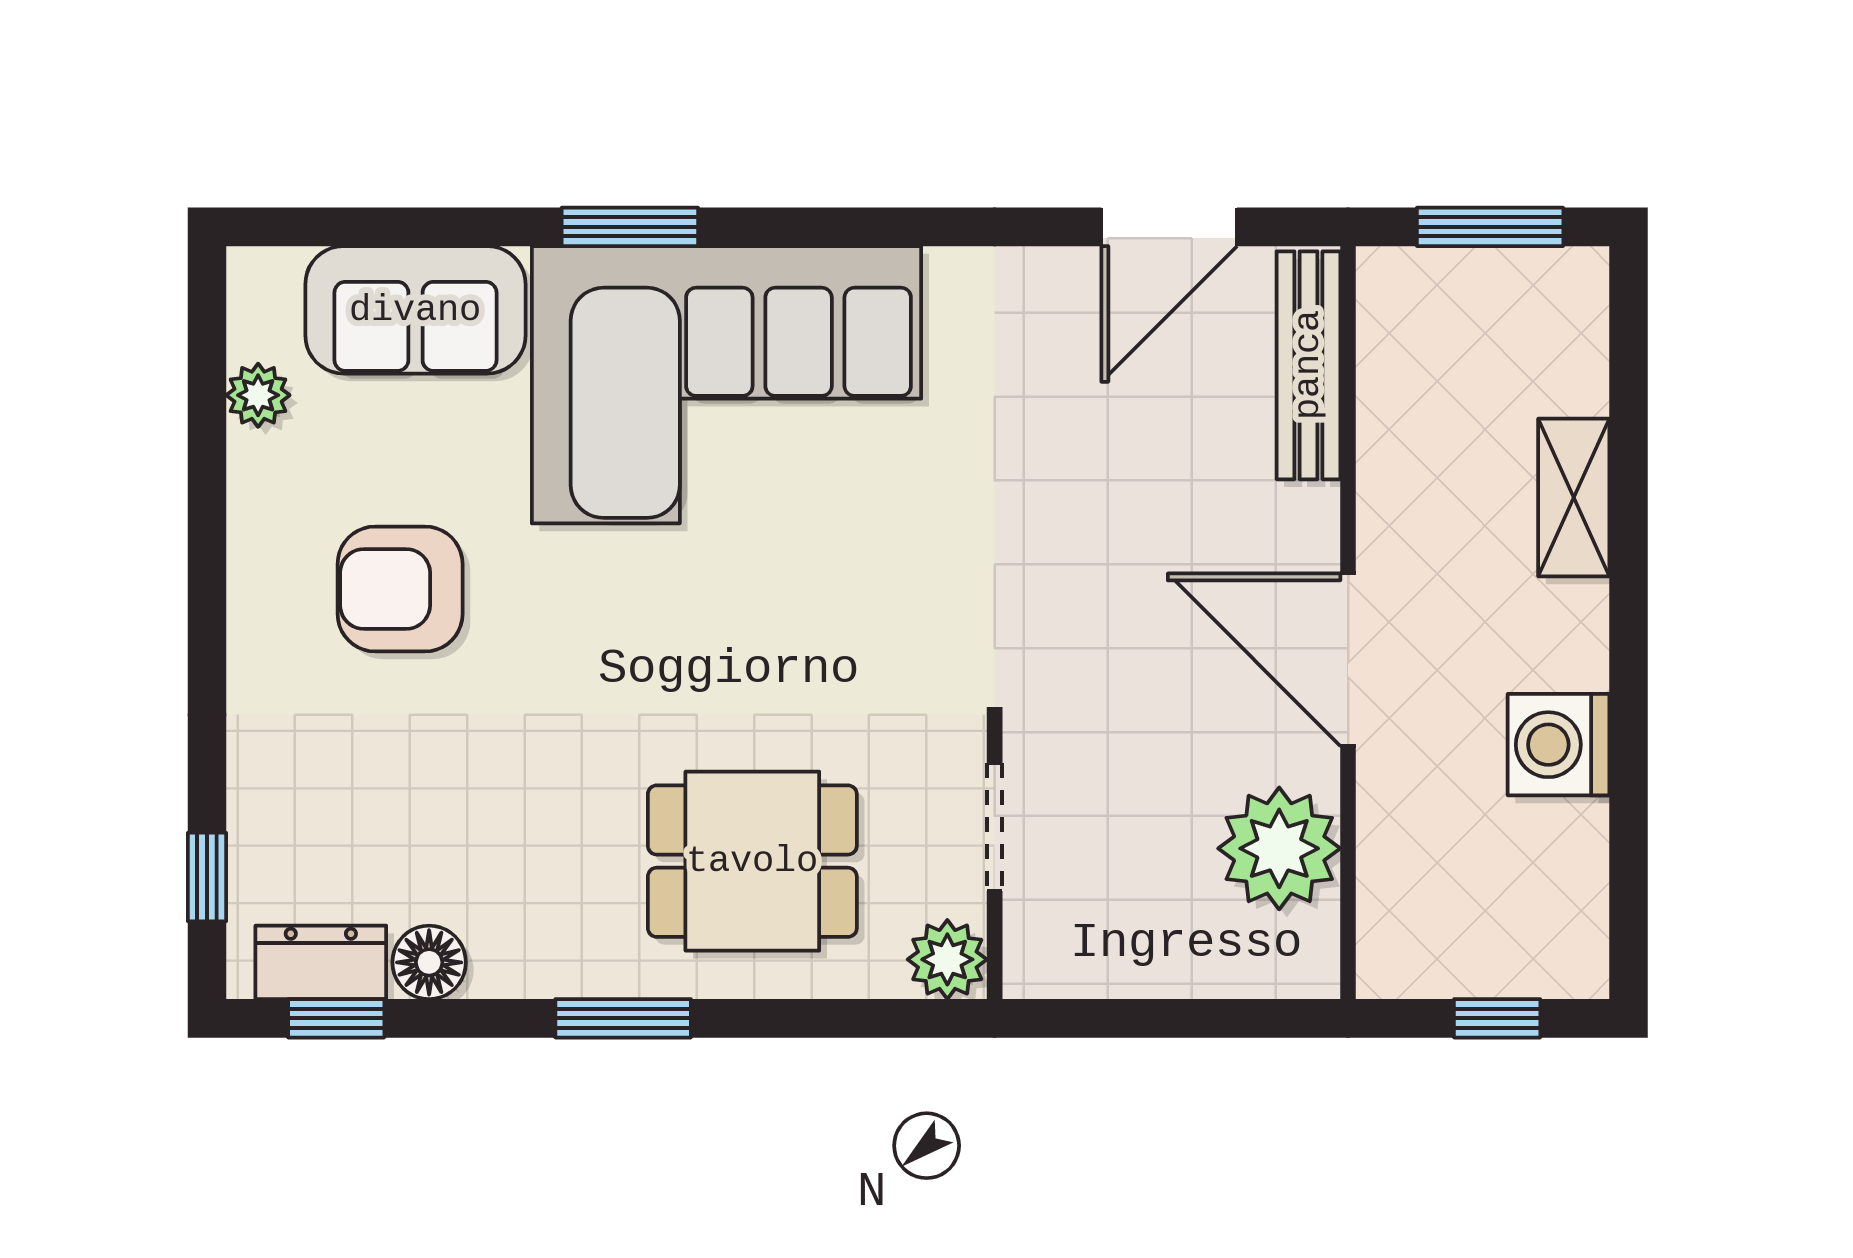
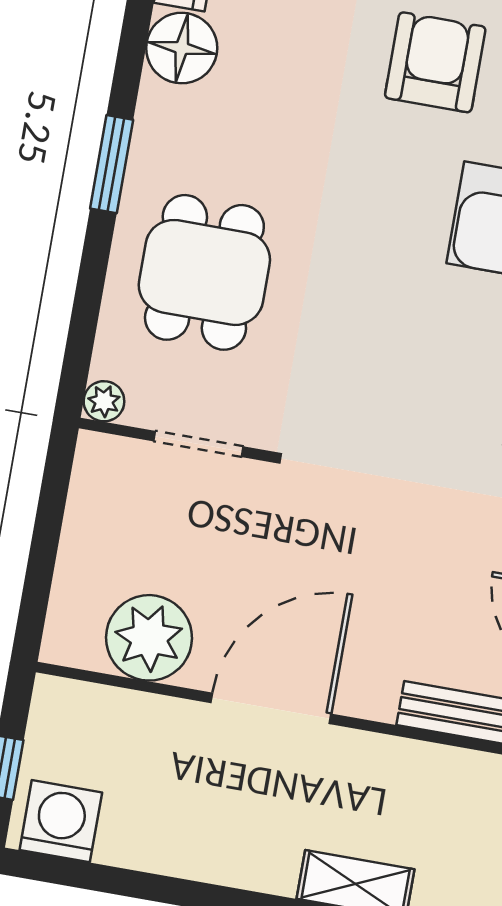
washing machine: (1558, 745) -> (61, 821), moved
plant: (947, 959) -> (104, 401), width x0.73, depth x0.73
floor lamp: (429, 962) -> (182, 48), width x1.38, depth x1.38

